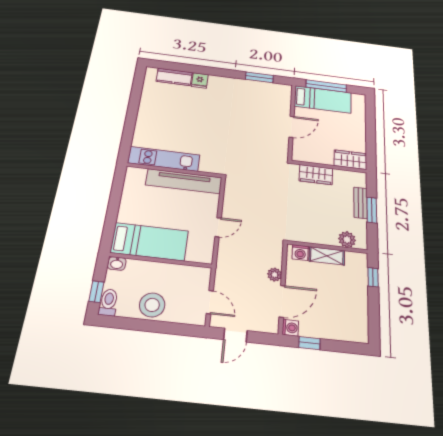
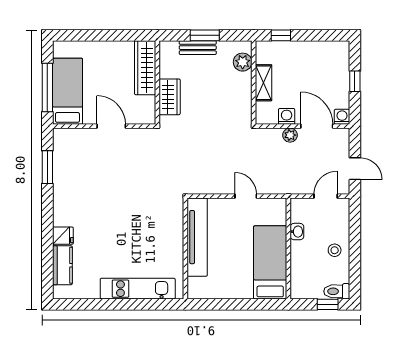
kitchen unit: (164, 159) -> (138, 289), moved, turned 90
wardrobe: (350, 160) -> (145, 68), width x1.50
washing machine: (300, 253) -> (287, 116), moved, turned -90
washbasin: (117, 263) -> (297, 232), moved
stool: (152, 305) -> (335, 250), width x0.53, depth x0.53
window: (309, 343) -> (355, 81), moved

